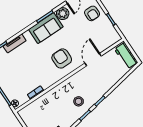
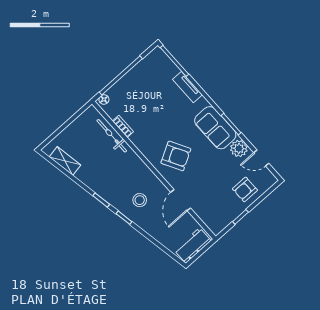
armchair: (62, 58) -> (176, 156), turned 61
door: (93, 60) -> (181, 200), swing flipped
bicycle: (41, 101) -> (112, 136), added
stool: (79, 101) -> (140, 200), moved

